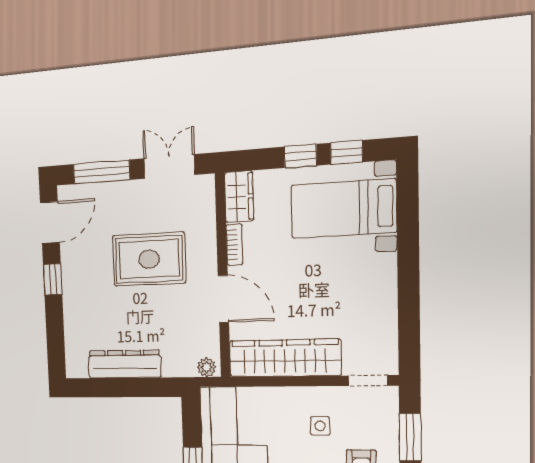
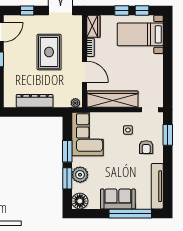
window: (102, 172) -> (27, 10), width x0.46
rug: (149, 259) -> (49, 52), turned 90

